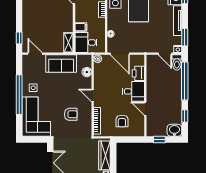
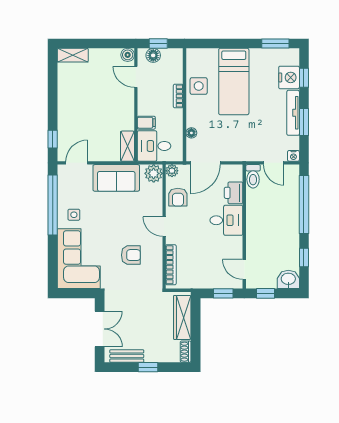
window: (185, 37) -> (304, 122), moved
door: (35, 54) -> (77, 163), hinge flipped
door: (120, 54) -> (205, 163), hinge flipped
plant: (86, 61) -> (154, 173), added
toilet: (177, 62) -> (253, 176), moved
floor lamp: (87, 72) -> (155, 191), removed
window: (19, 95) -> (53, 205), moved
door: (145, 109) -> (244, 269), moved
armchair: (122, 121) -> (178, 197), moved
window: (132, 140) -> (223, 293), added

